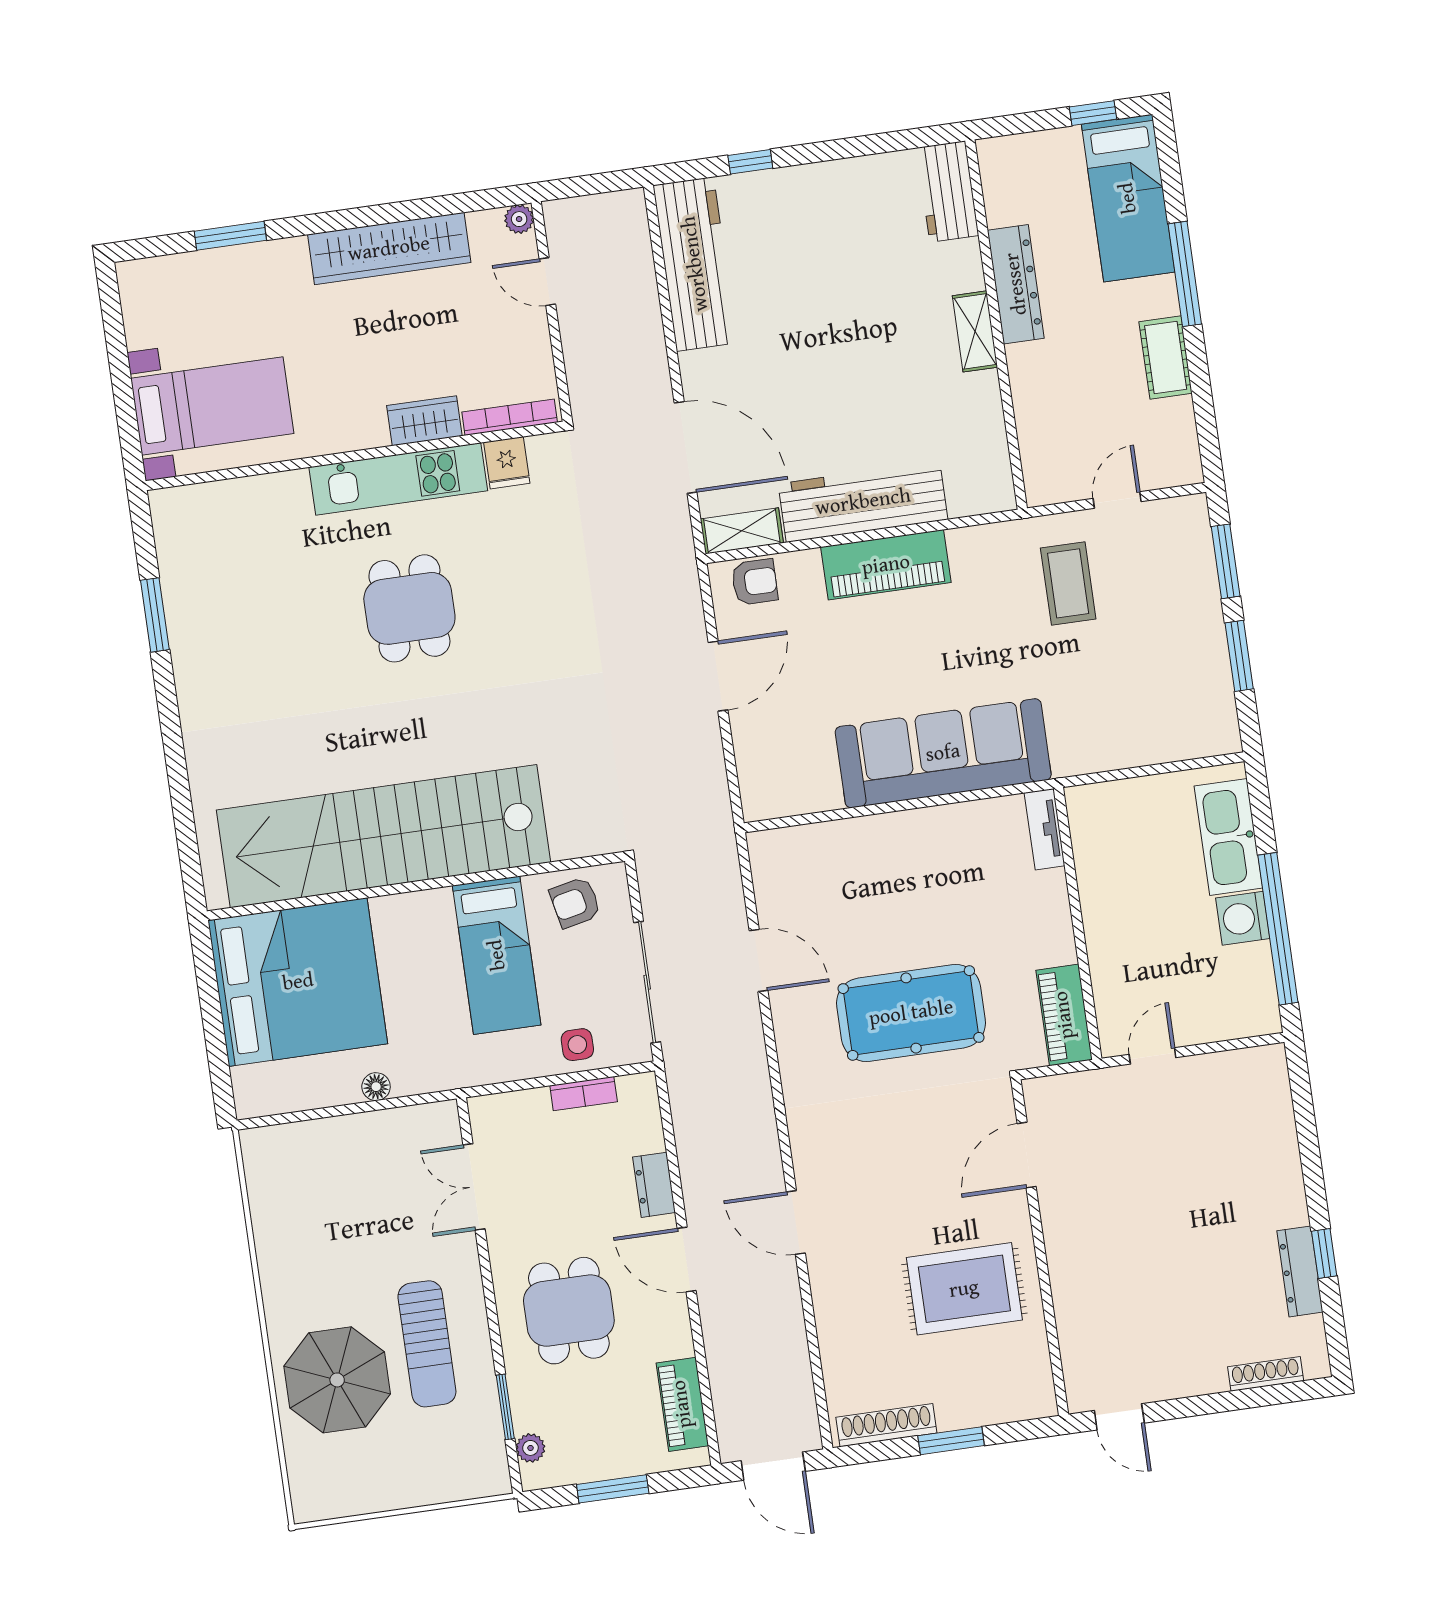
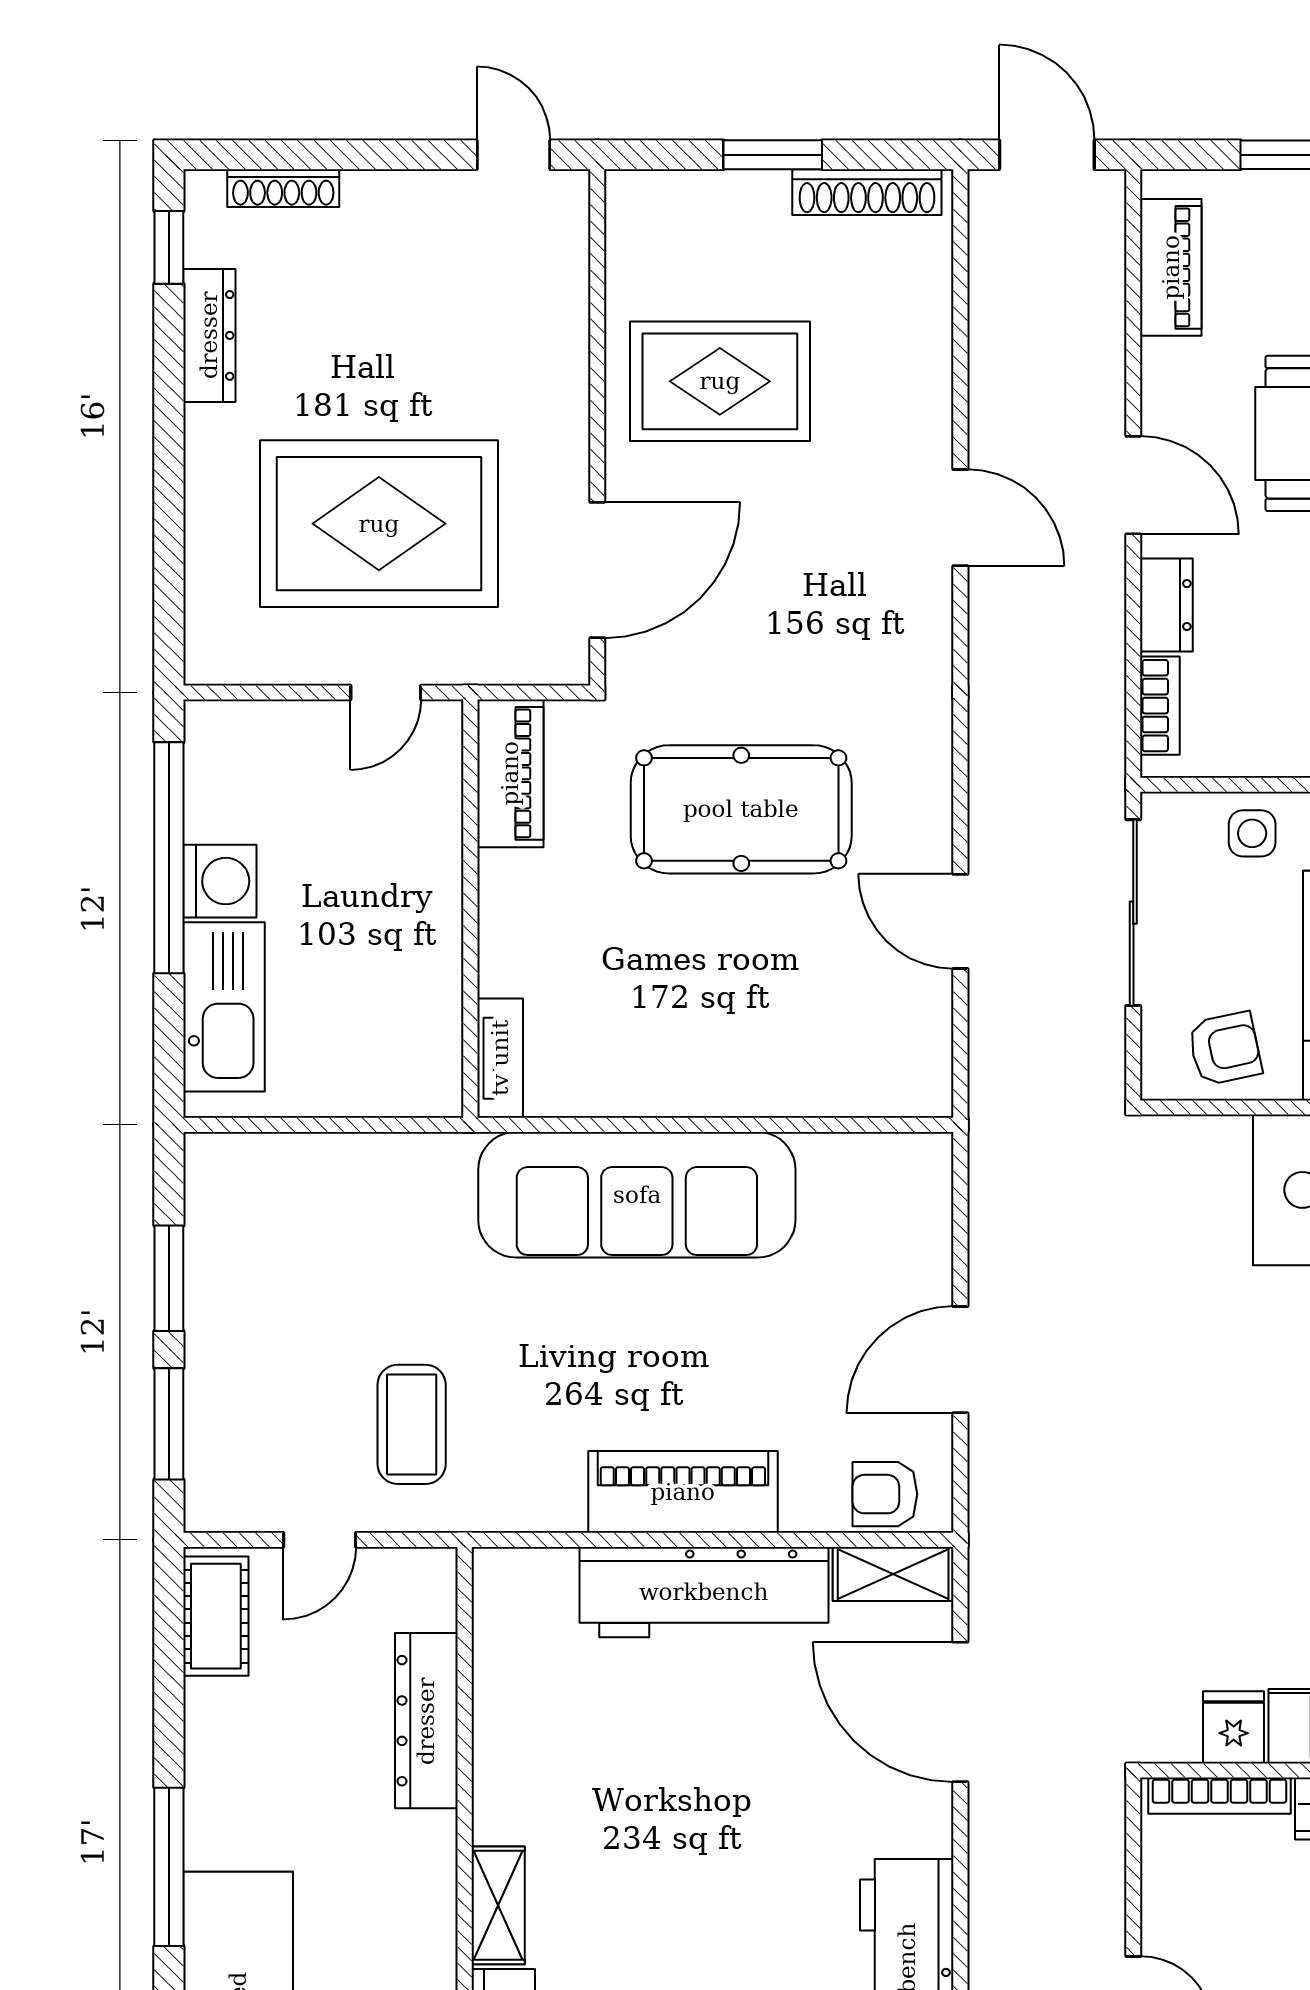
dresser: (1016, 284) -> (426, 1721), moved
shelving: (975, 331) -> (498, 1905), moved
cot: (1166, 358) -> (216, 1616), moved
bookcase: (584, 1094) -> (1160, 706), moved, turned 90
door: (1027, 1155) -> (597, 570), width x1.36
rug: (1173, 1165) -> (379, 524), added
window: (1324, 1253) -> (169, 247), moved

